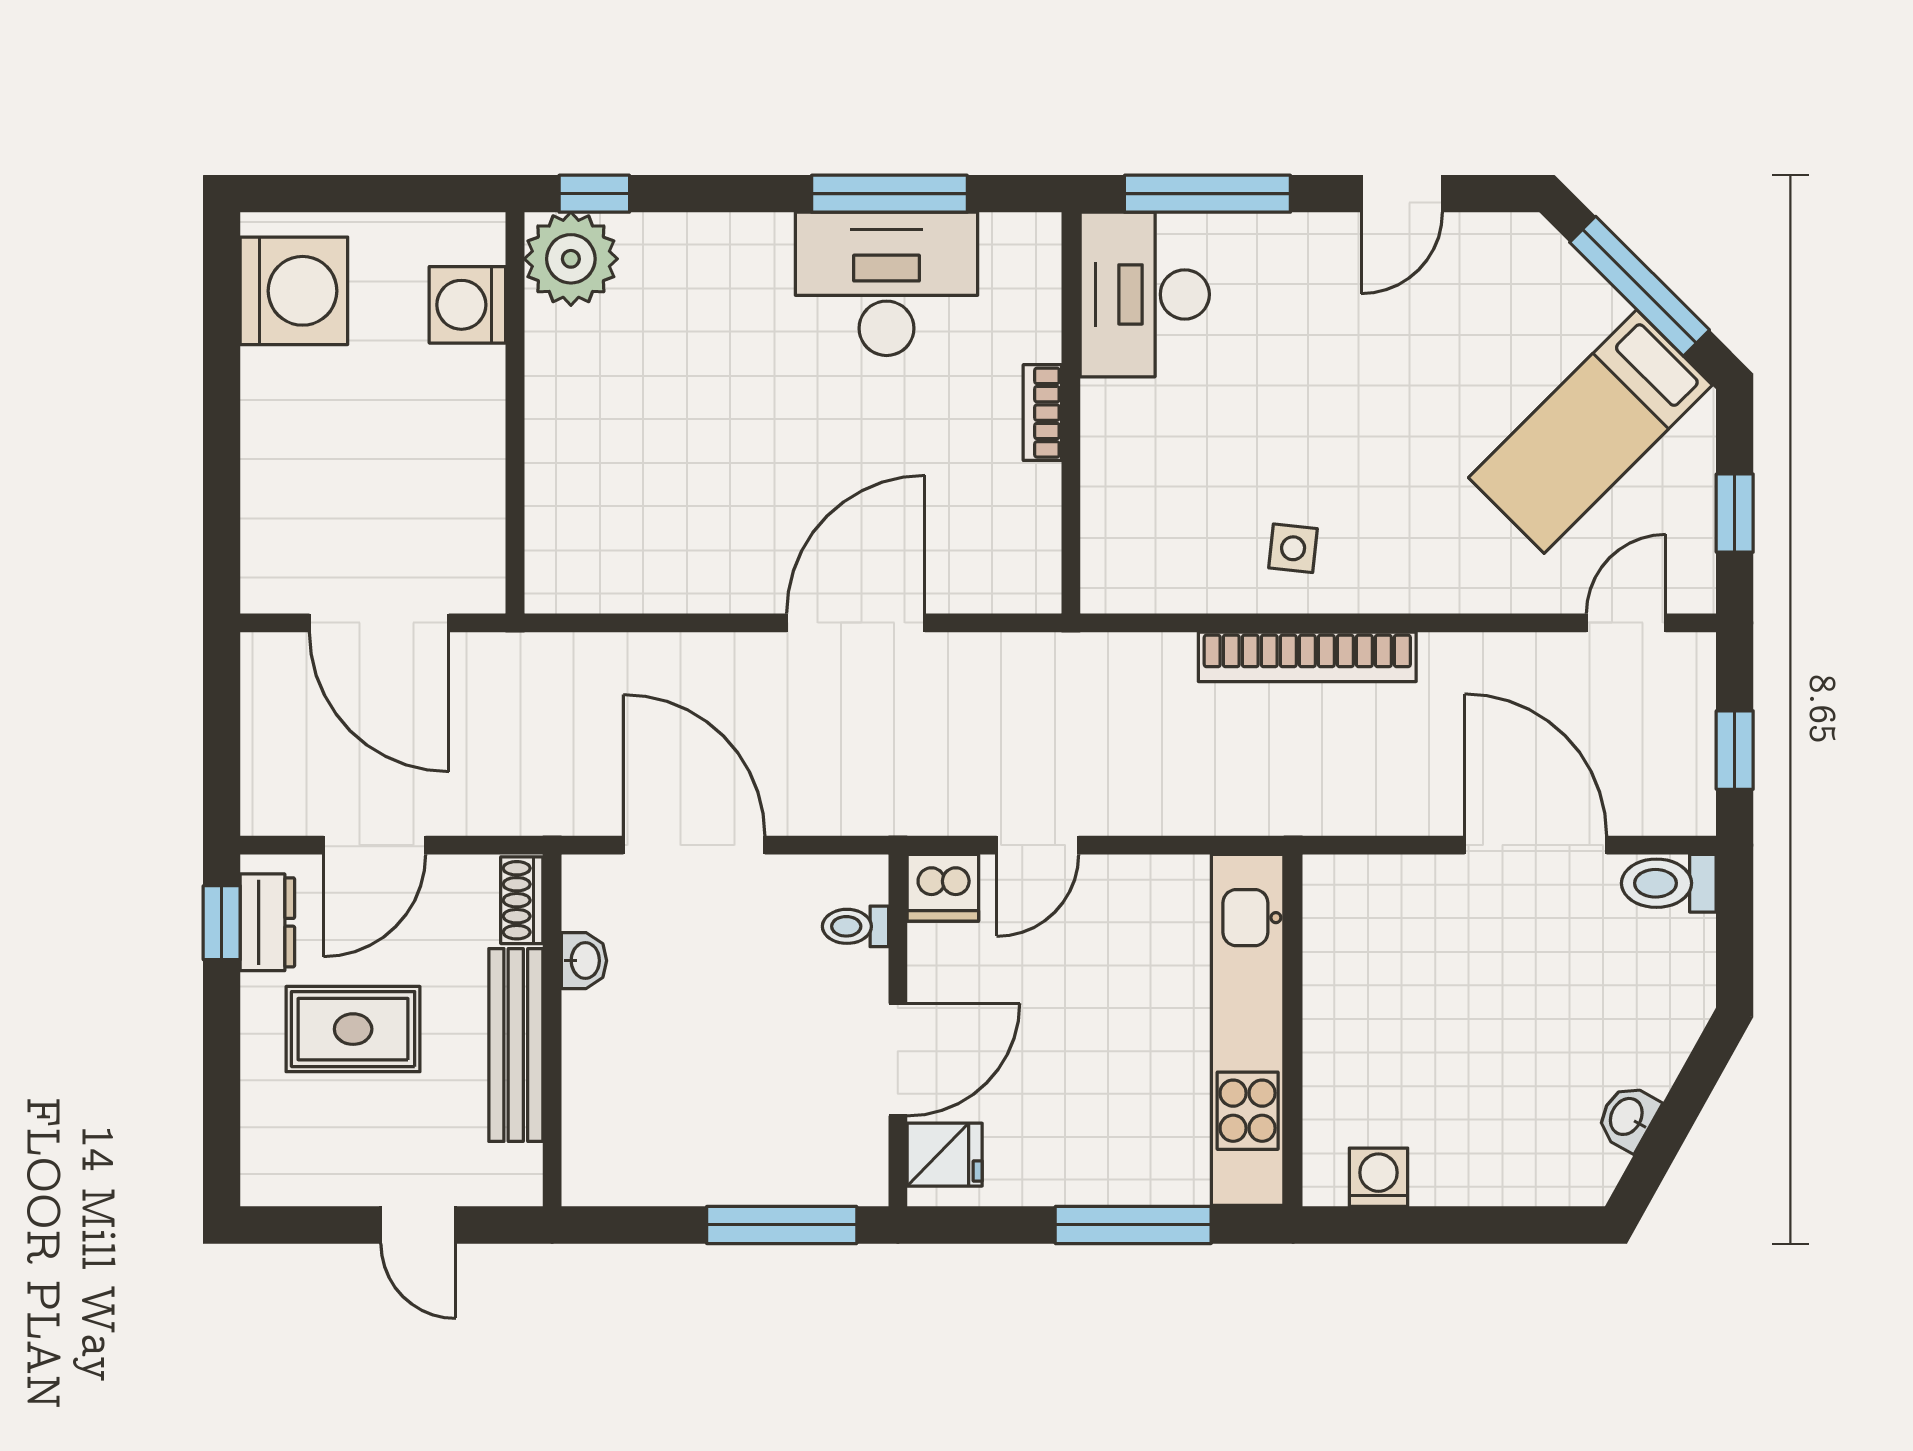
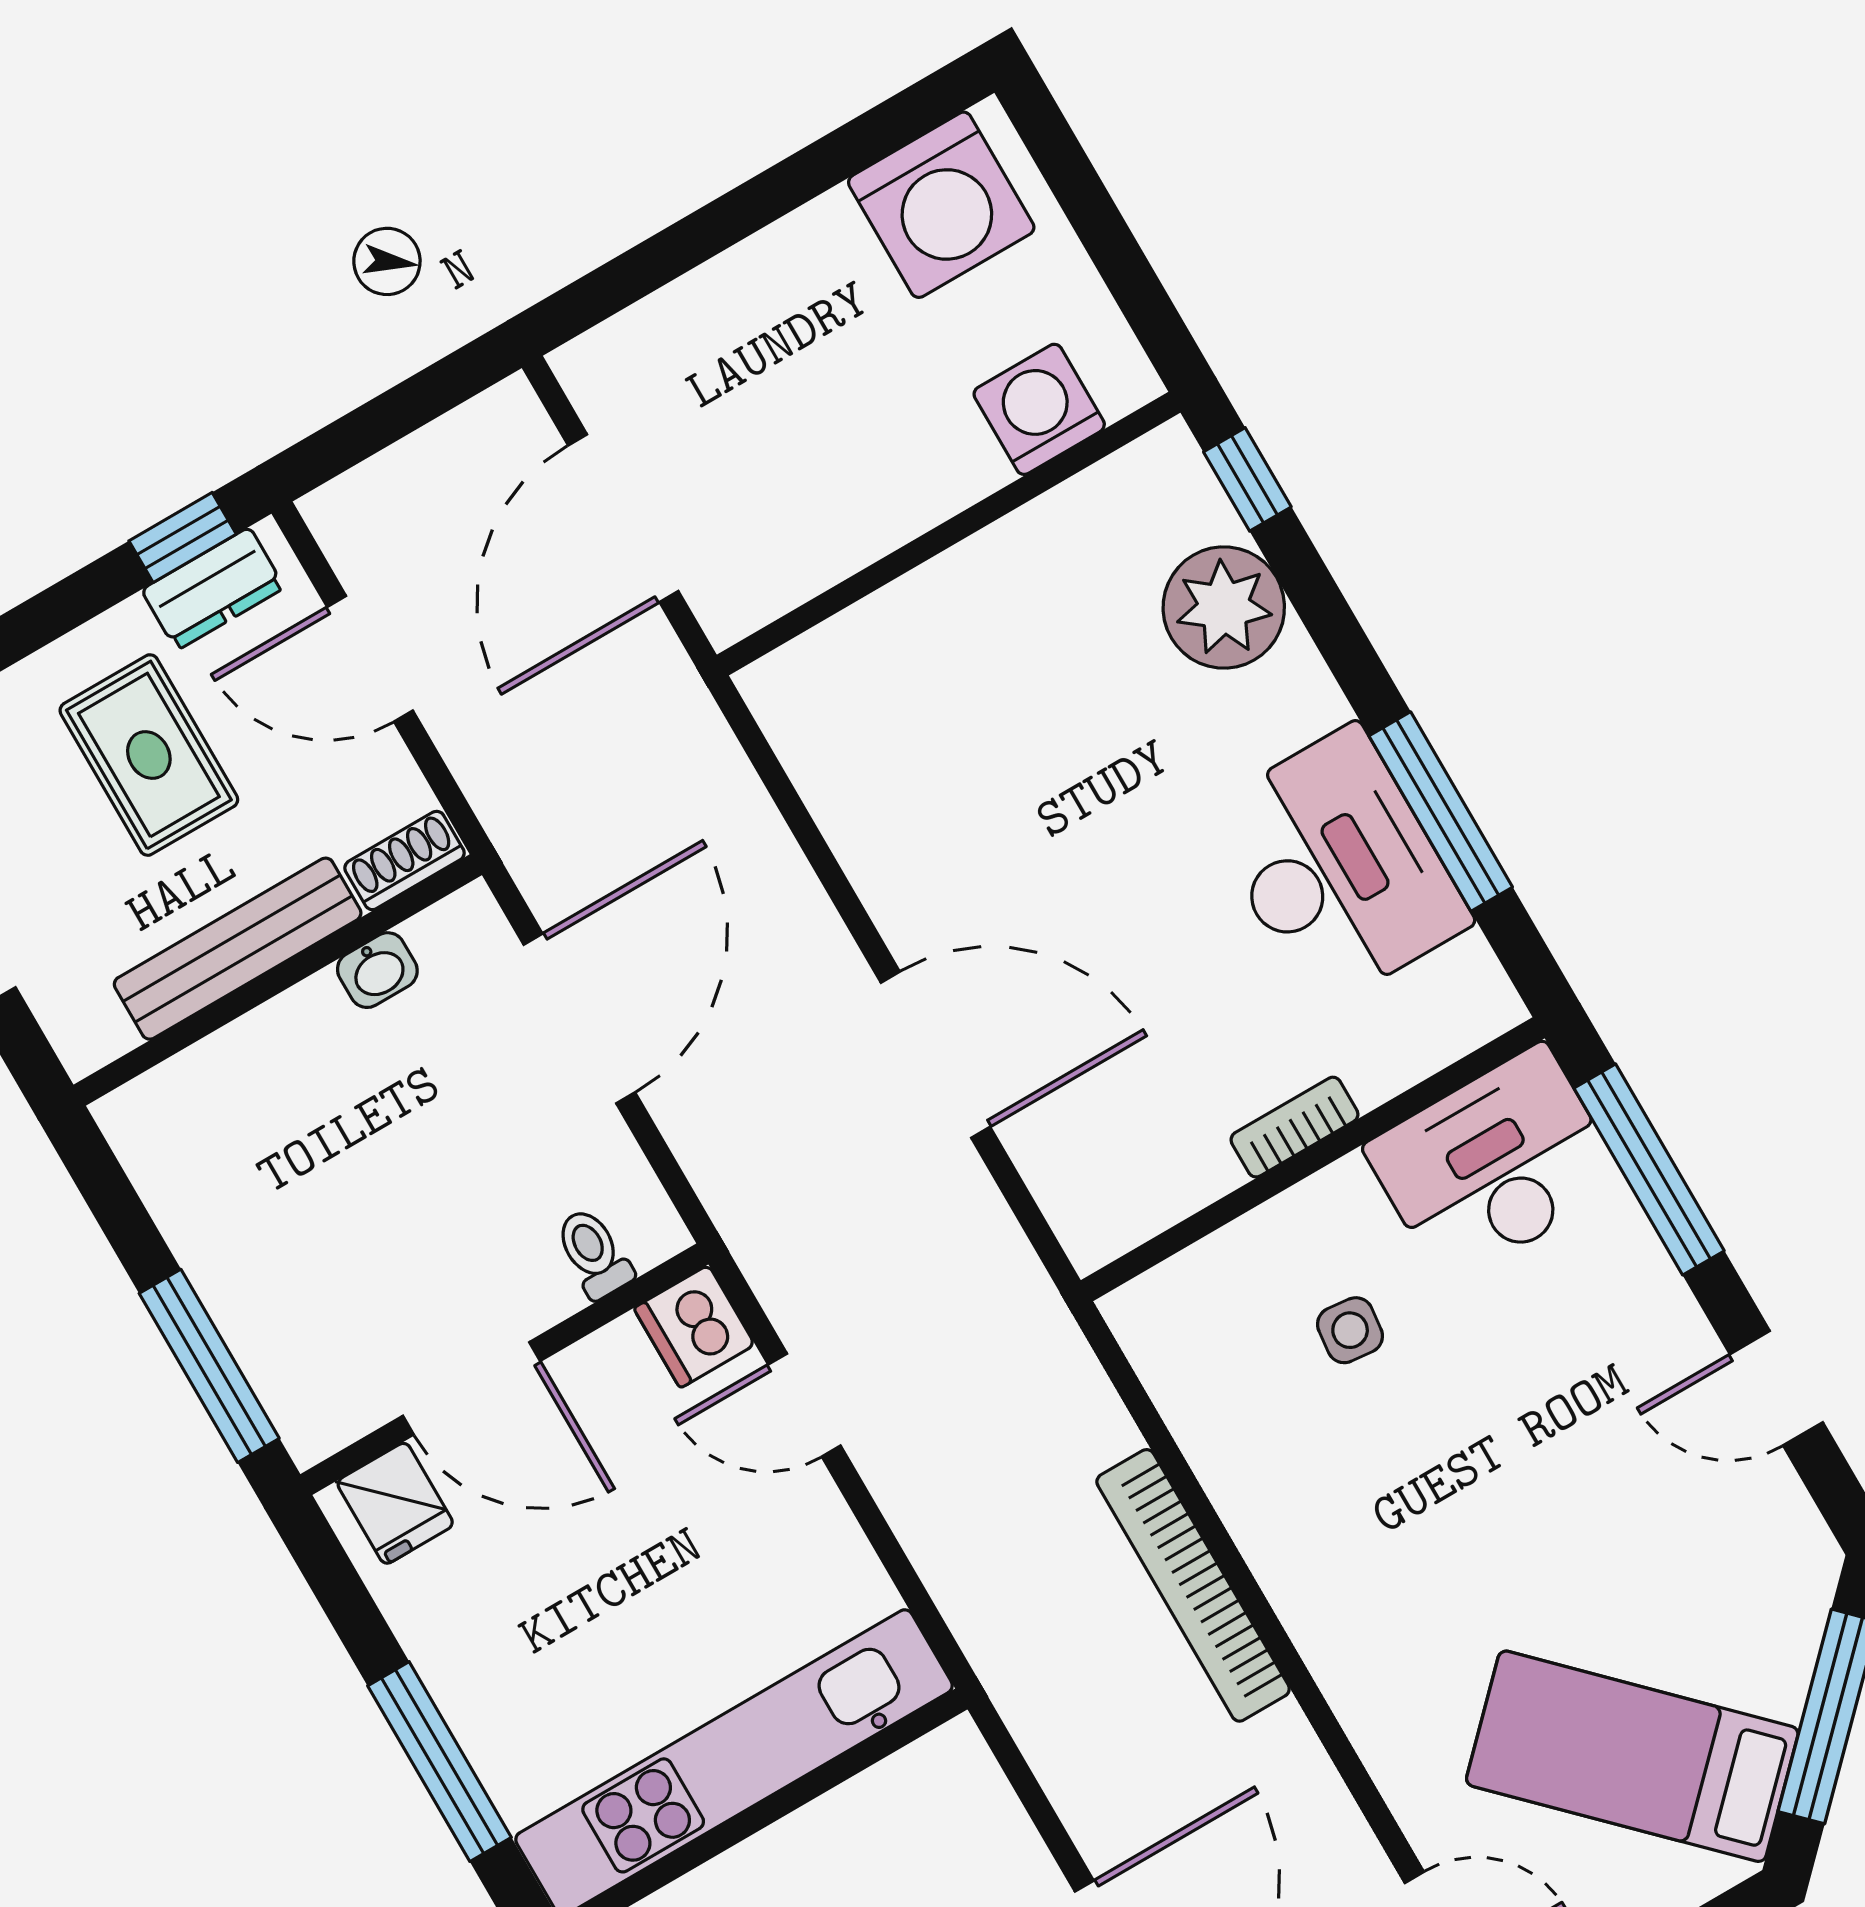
plant: (571, 259) -> (1224, 607), moved
side table: (1293, 548) -> (1350, 1330), moved

